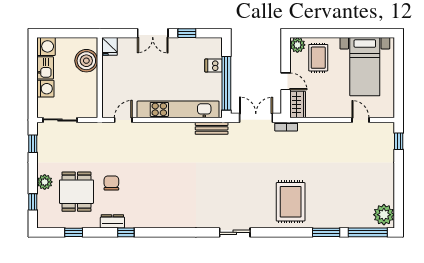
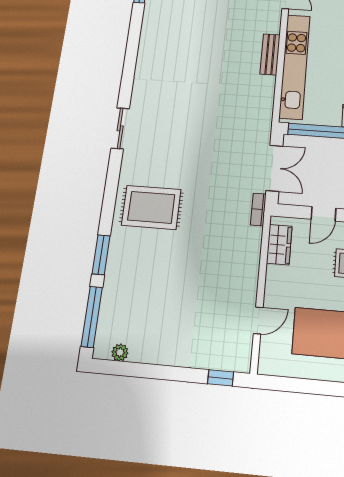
wardrobe: (298, 105) -> (279, 245), moved, turned -90
bench: (212, 128) -> (270, 54), moved
plant: (384, 215) -> (120, 352), width x0.53, depth x0.53

